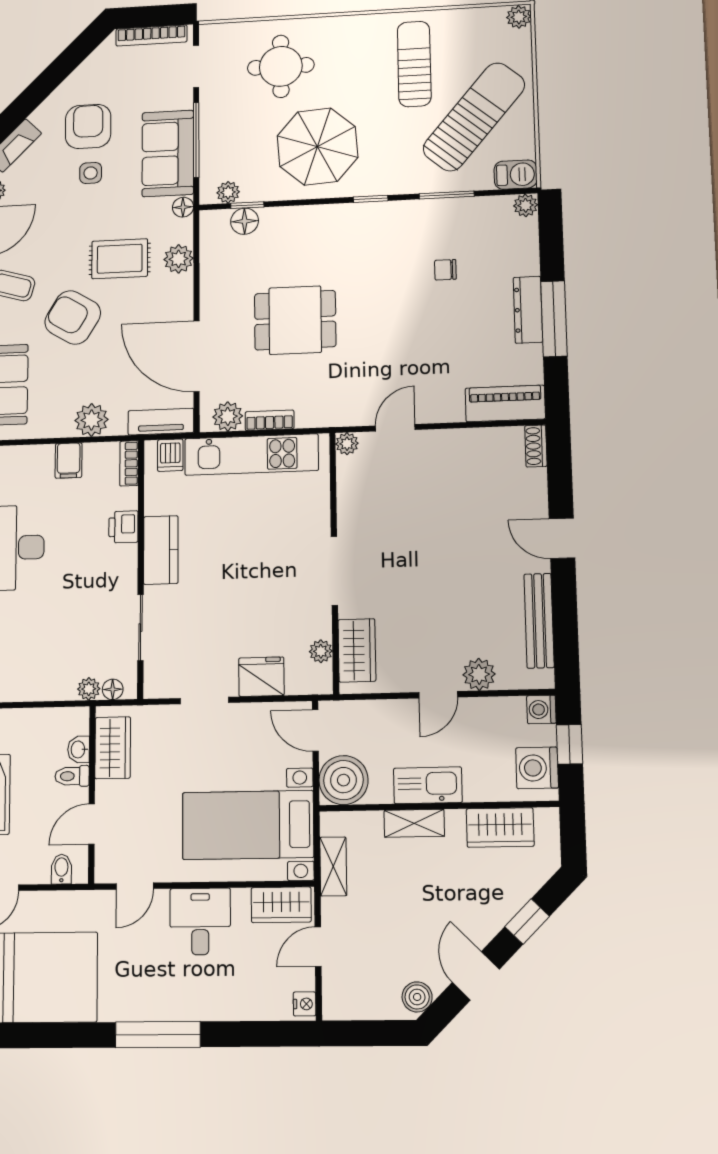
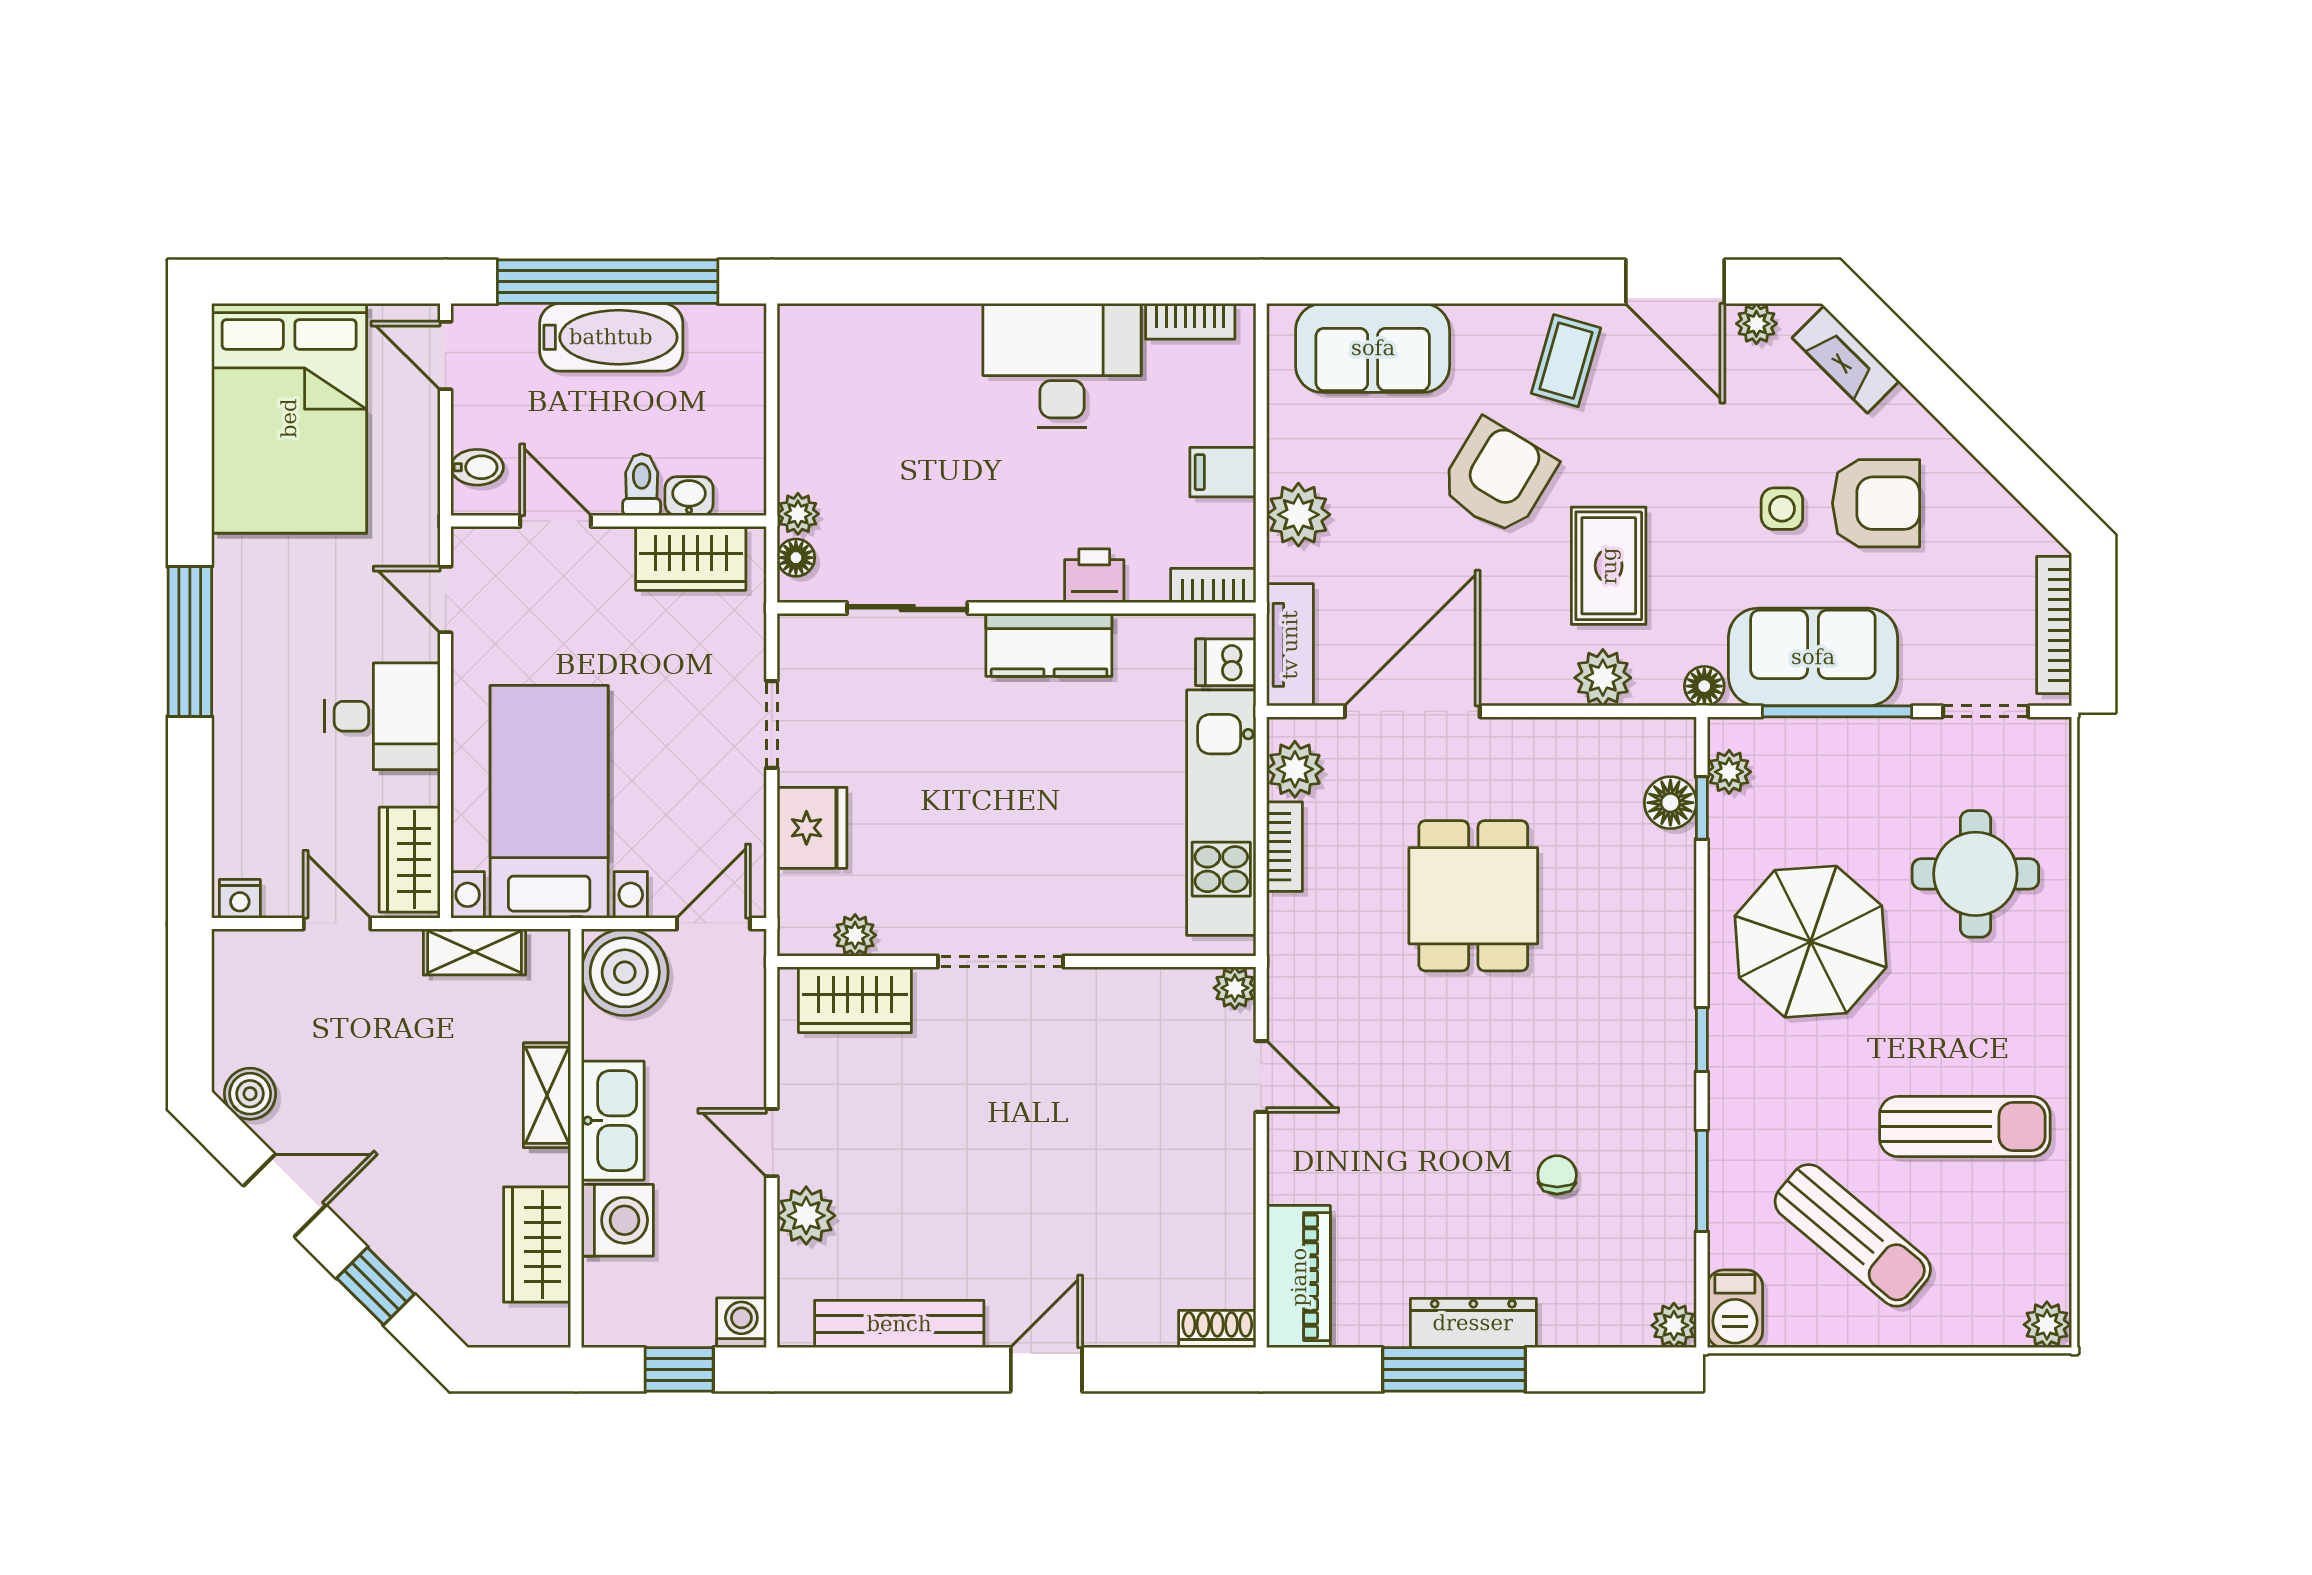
sun lounger: (474, 117) -> (1853, 1235), width x0.73, depth x0.75
washing machine: (537, 768) -> (617, 1220), moved, turned 90

